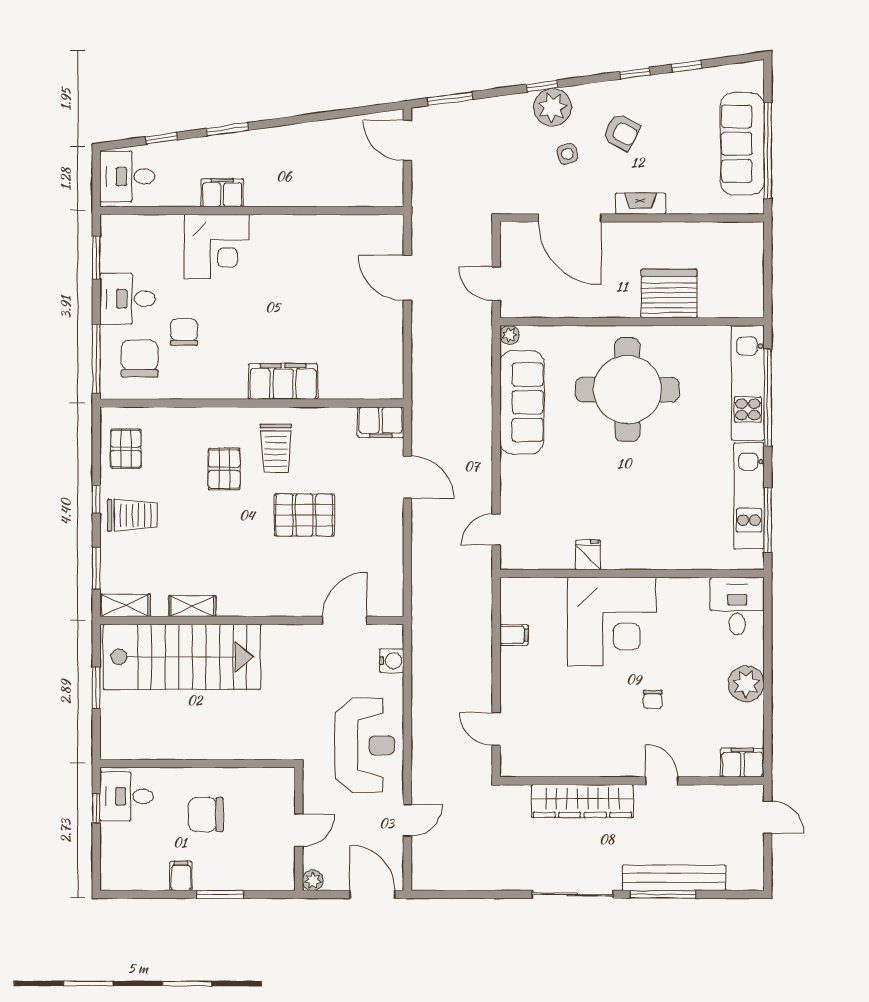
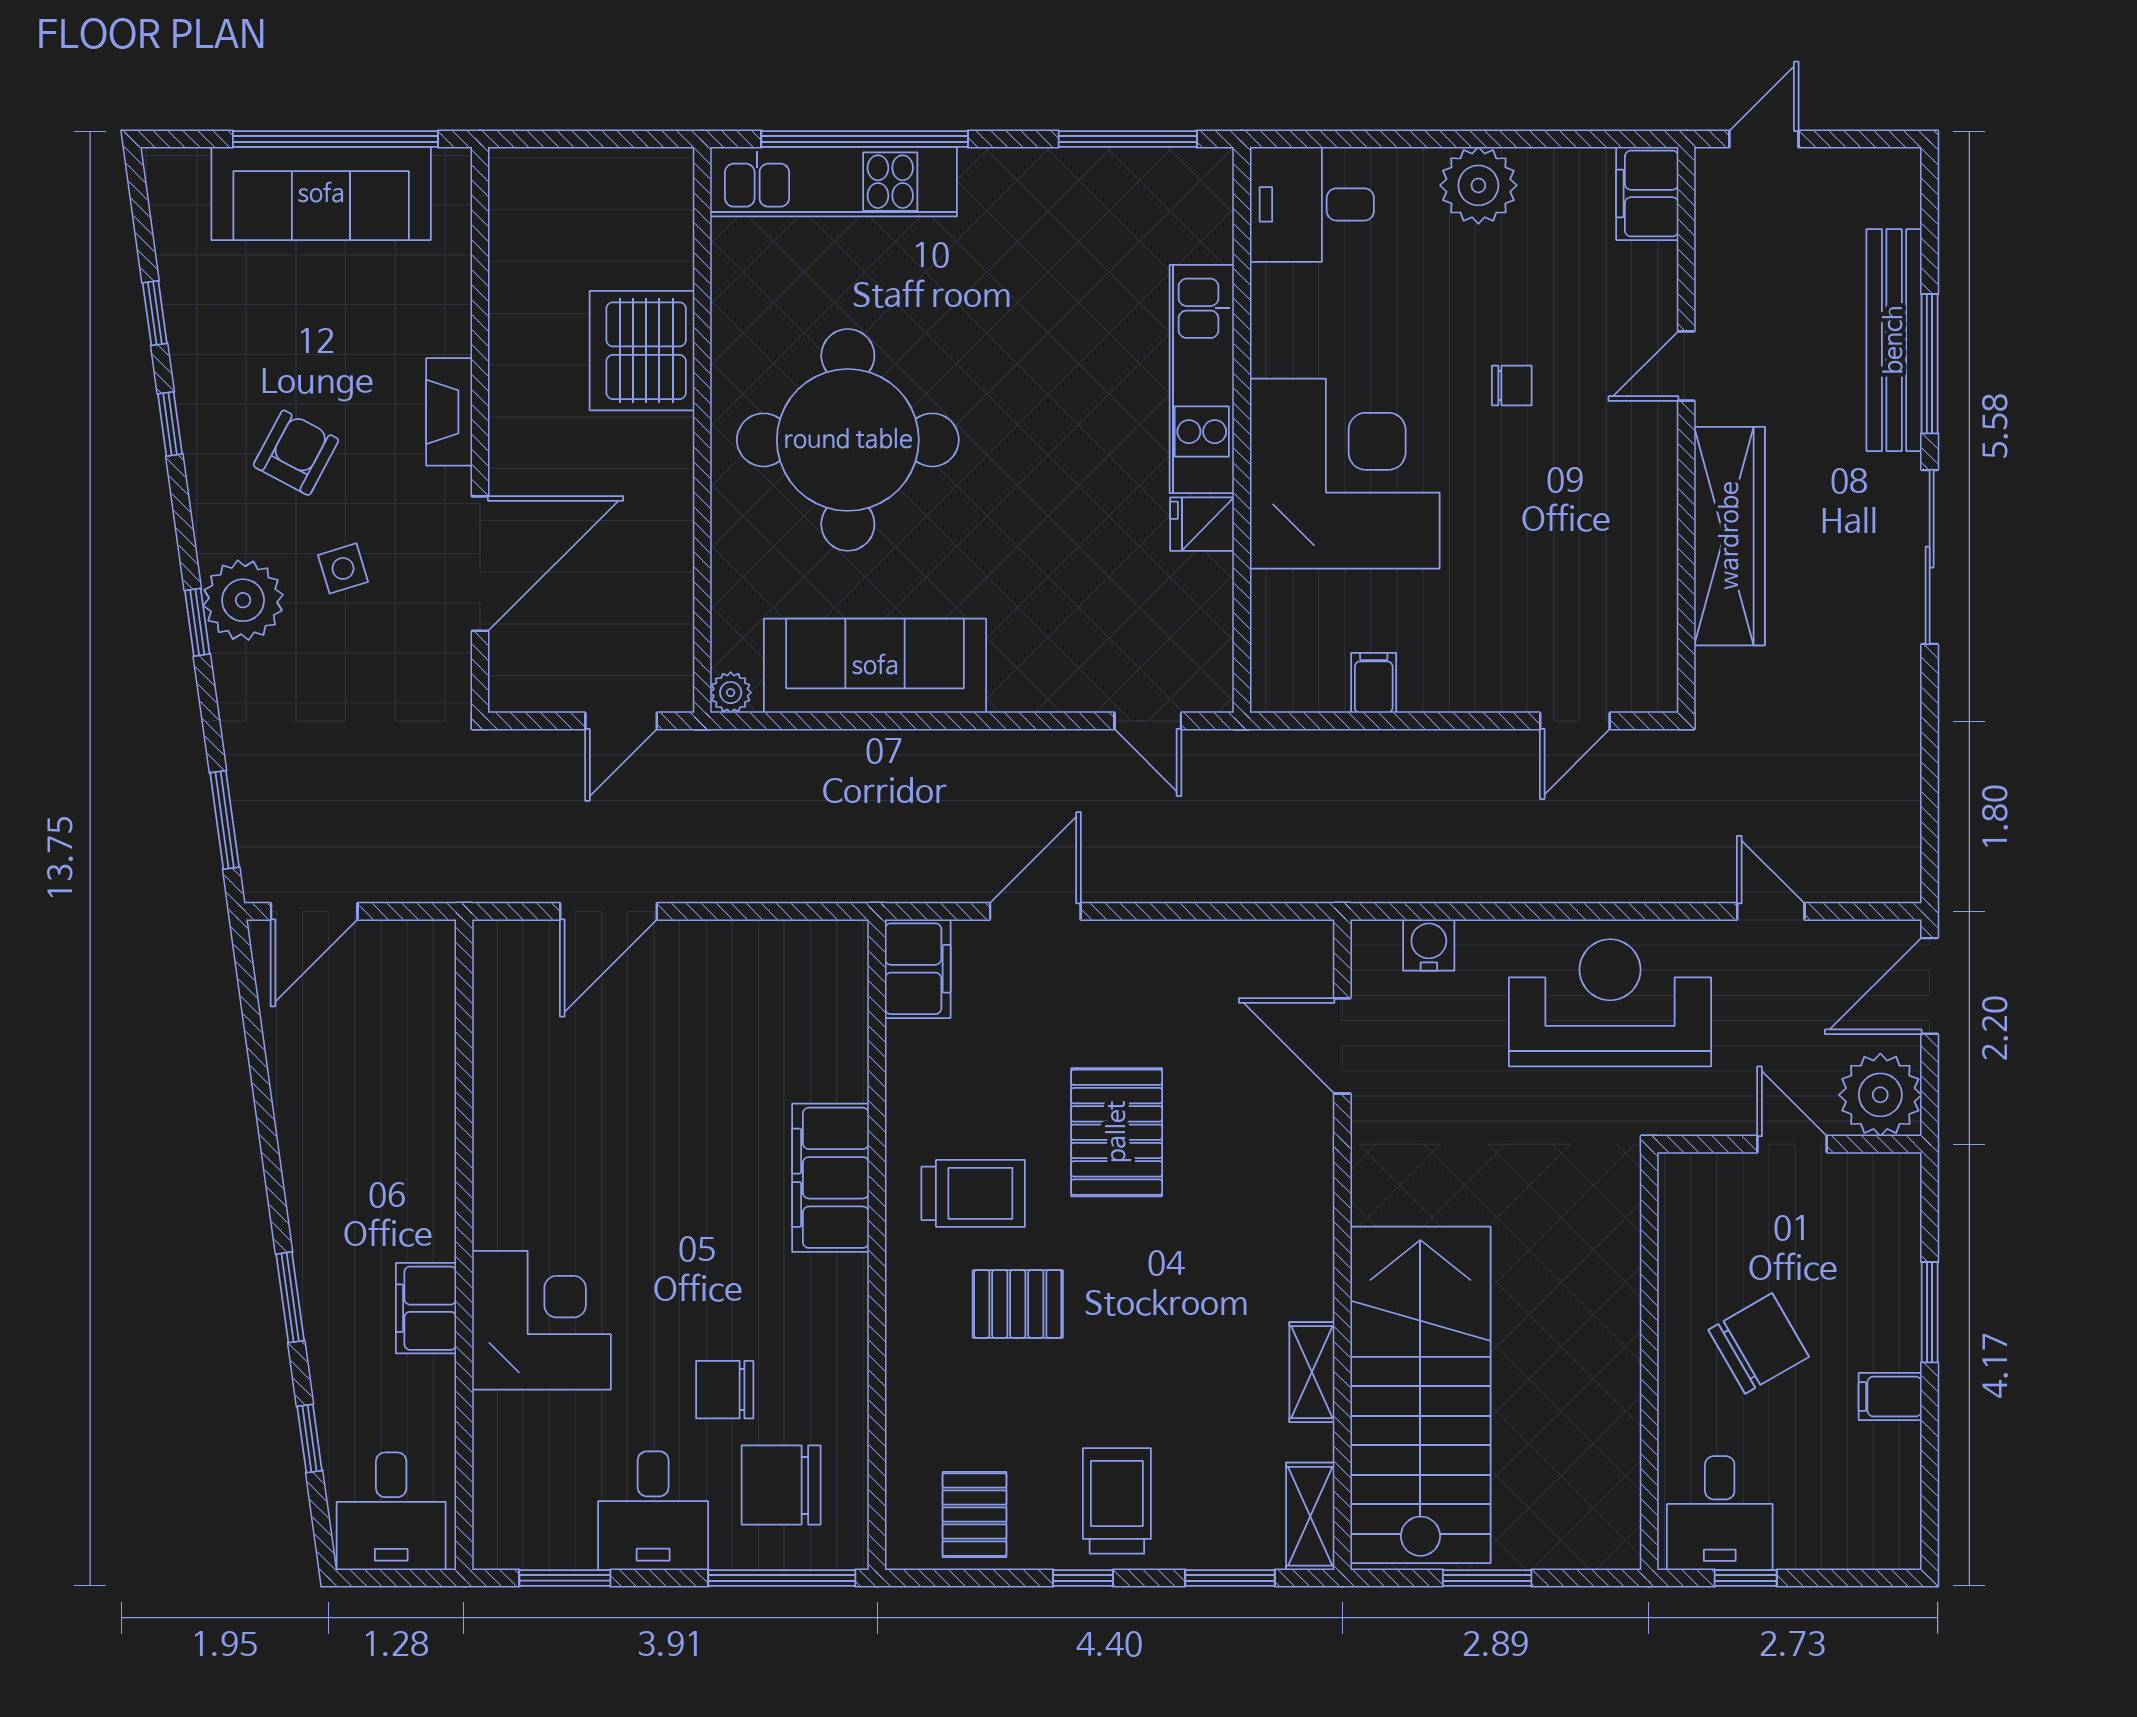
pallet: (126, 449) -> (974, 1515), turned 90
kitchen unit: (749, 496) -> (1202, 379), moved, turned 90
chair: (206, 815) -> (1759, 1343), turned -120
plant: (313, 880) -> (1880, 1095), width x1.87, depth x1.87

